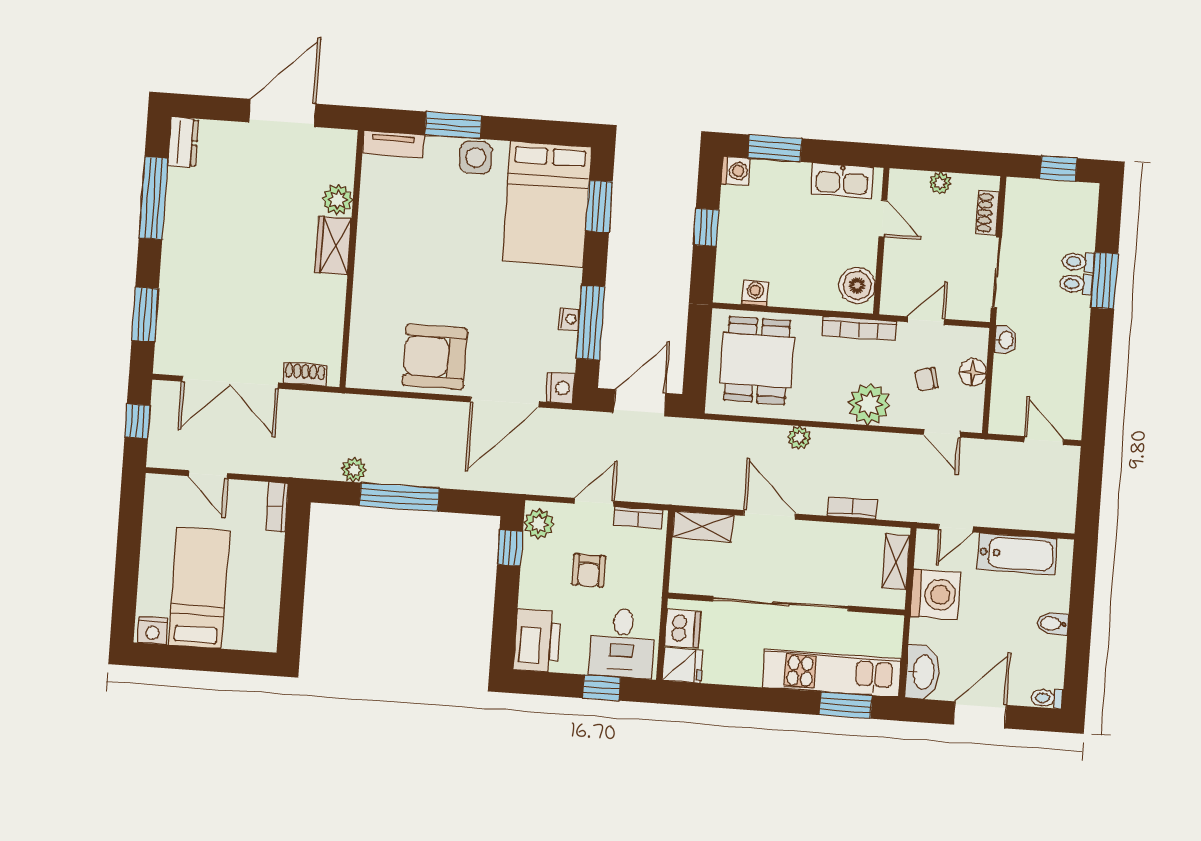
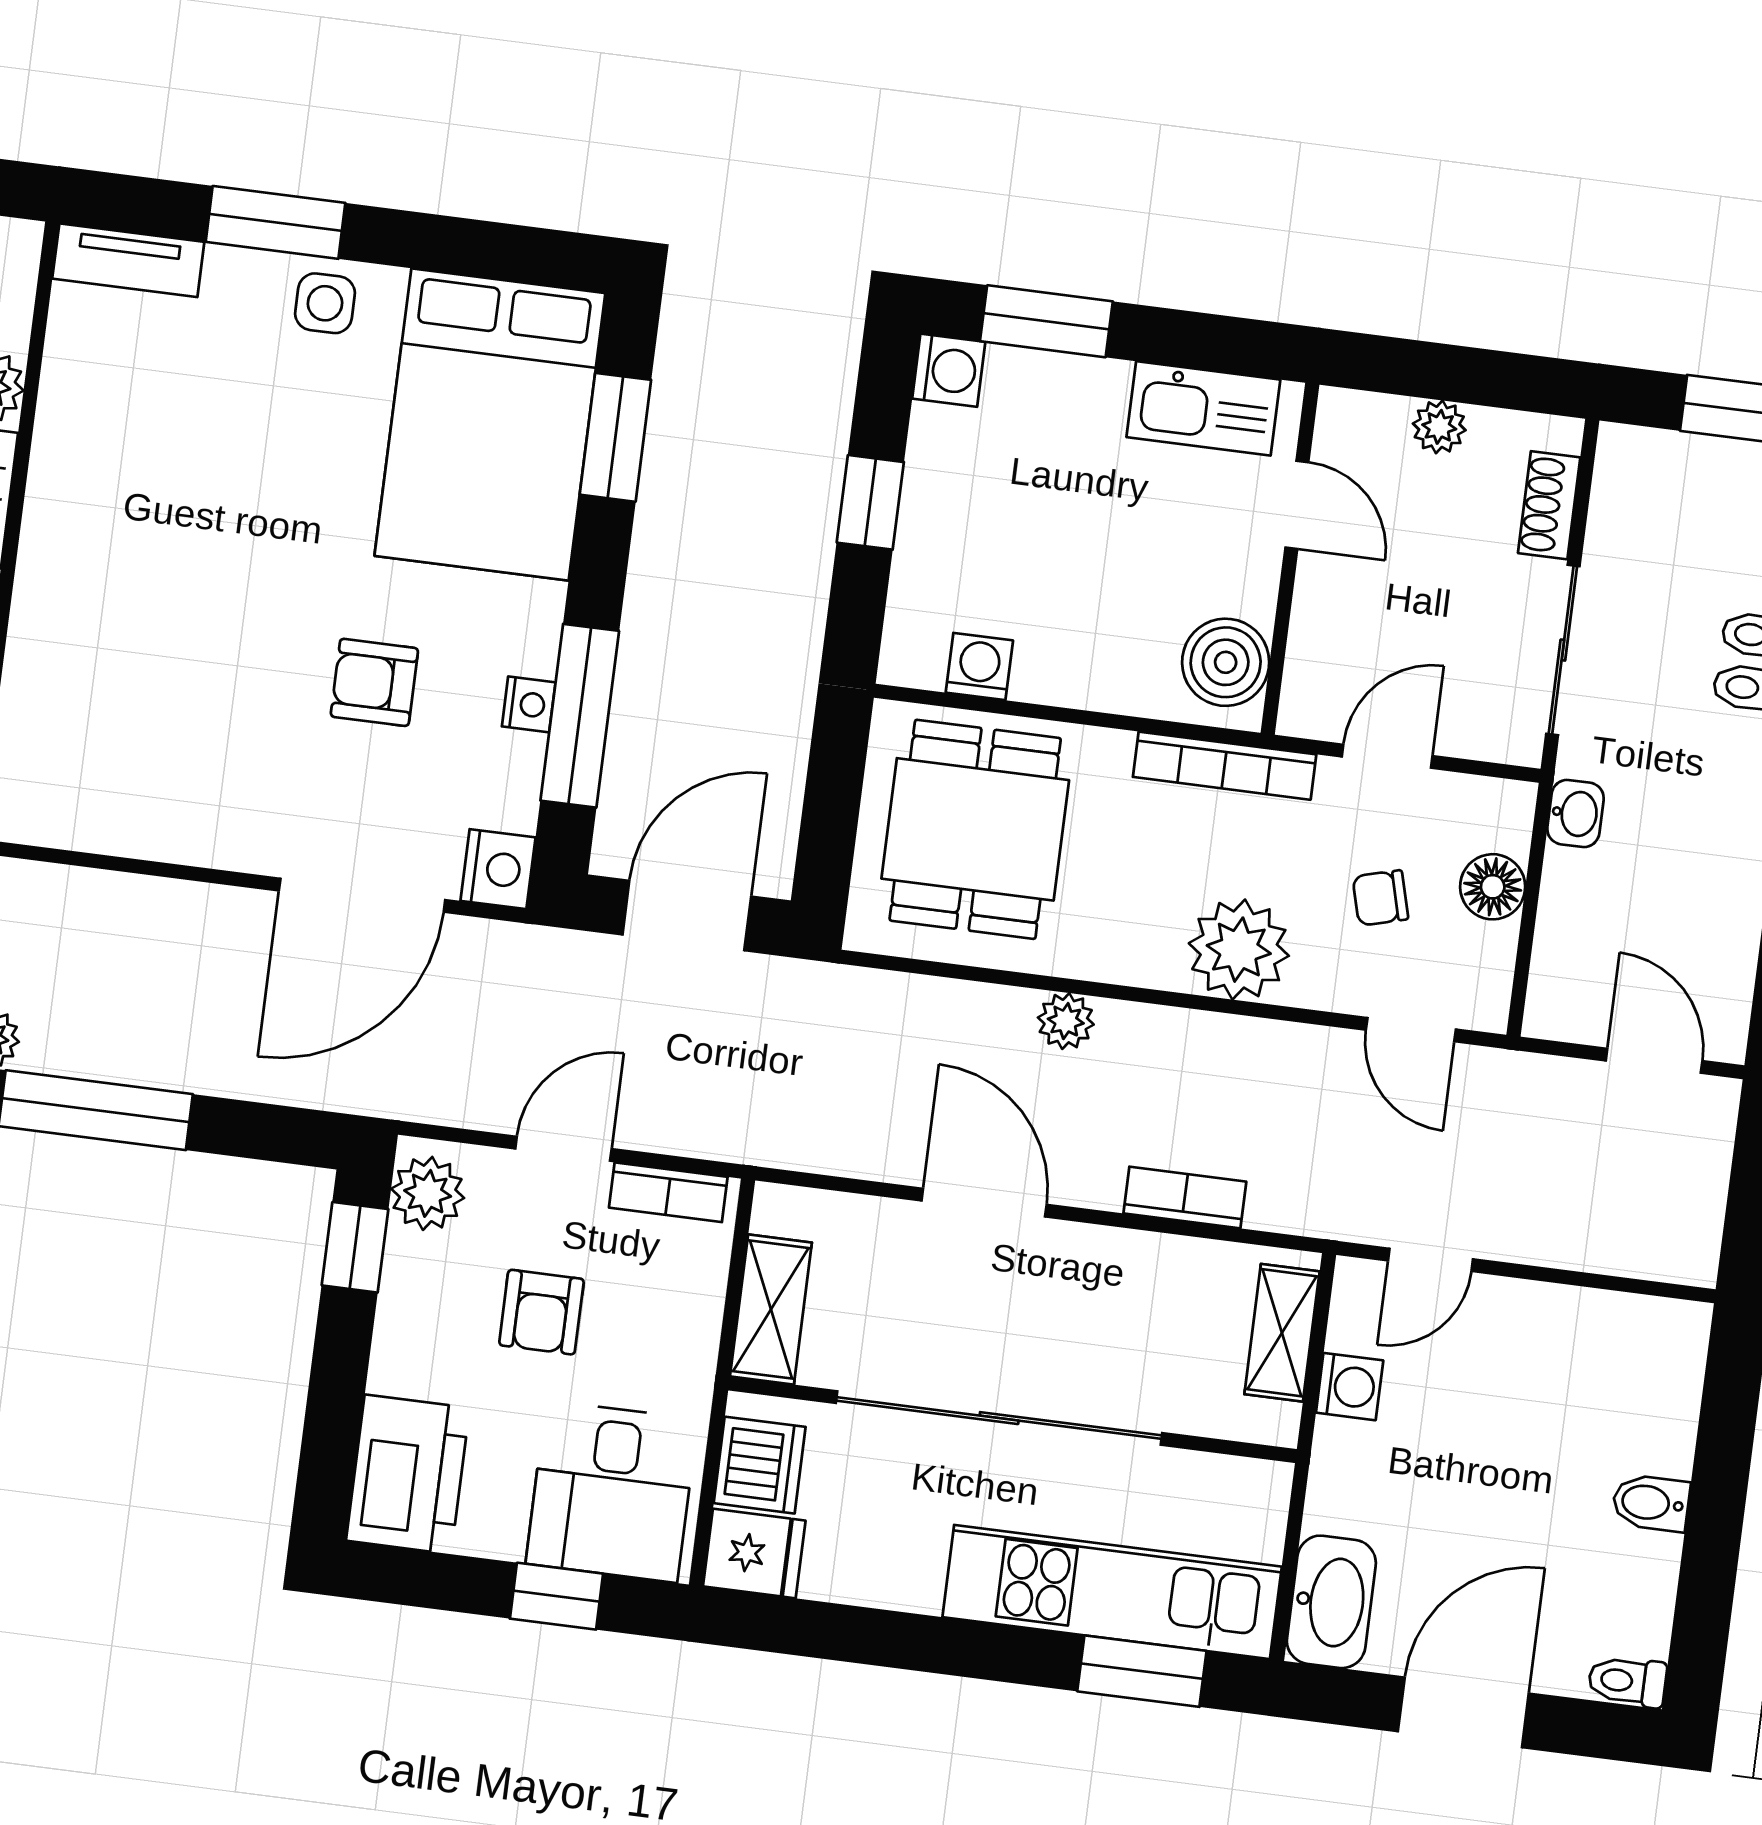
side table: (476, 158) -> (325, 303), width x0.73, depth x0.73
armchair: (435, 357) -> (374, 682), moved, width x0.53, depth x0.53
shelving: (703, 526) -> (771, 1310), moved, turned 90
bathtub: (1017, 554) -> (1574, 1330), removed
washing machine: (935, 594) -> (1350, 1387), width x0.53, depth x0.53

